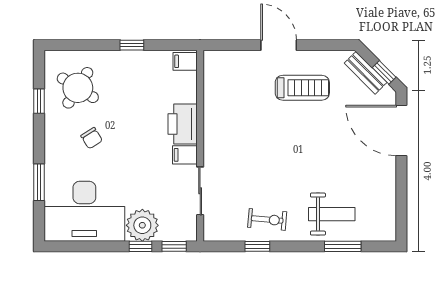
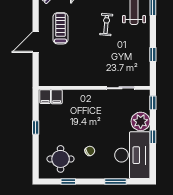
round table: (78, 88) -> (61, 159), turned -32
printer: (183, 124) -> (82, 98), removed
filing cabinet: (185, 155) -> (57, 97), moved
exercise bike: (267, 219) -> (106, 25), moved
window: (141, 246) -> (153, 137), moved

